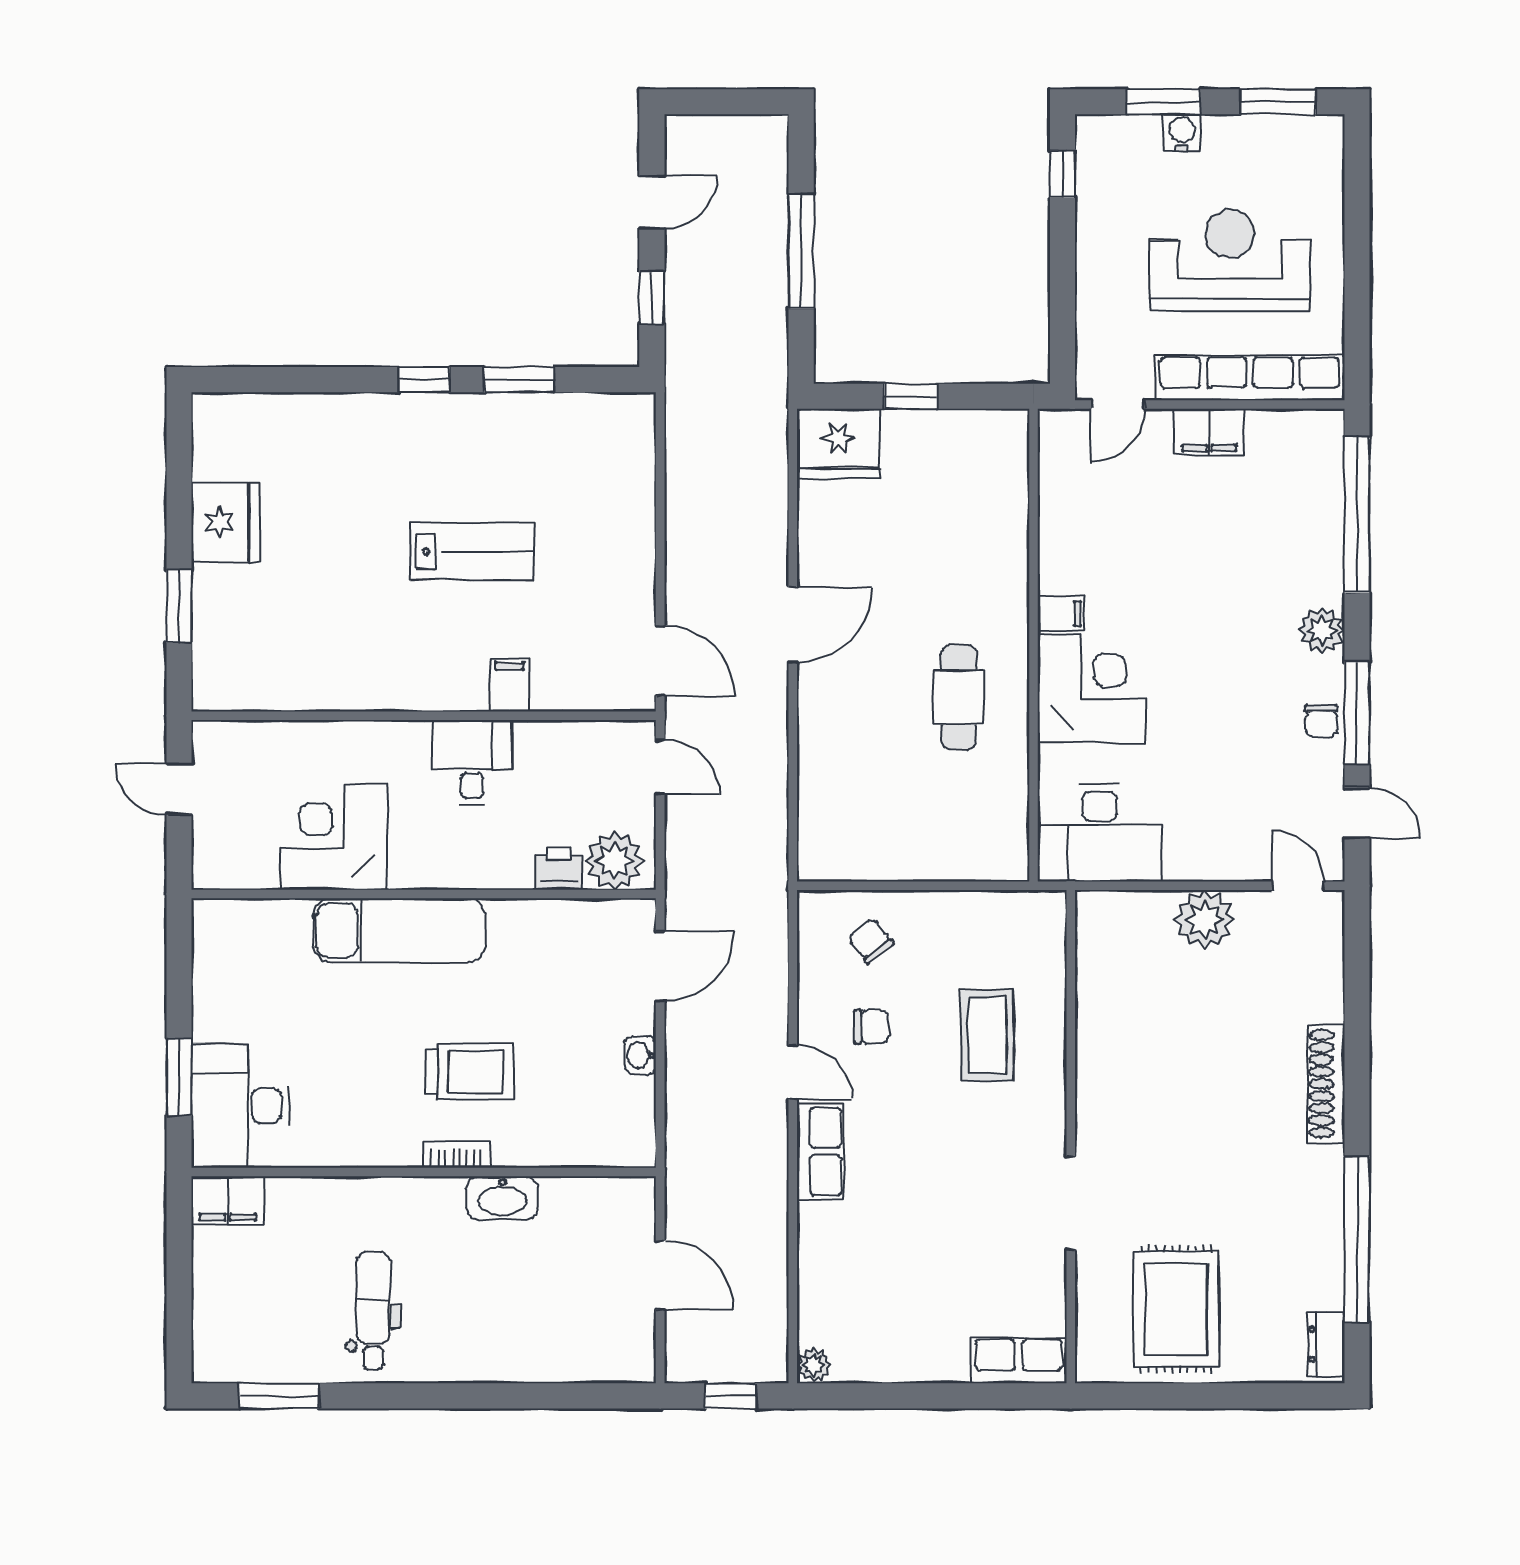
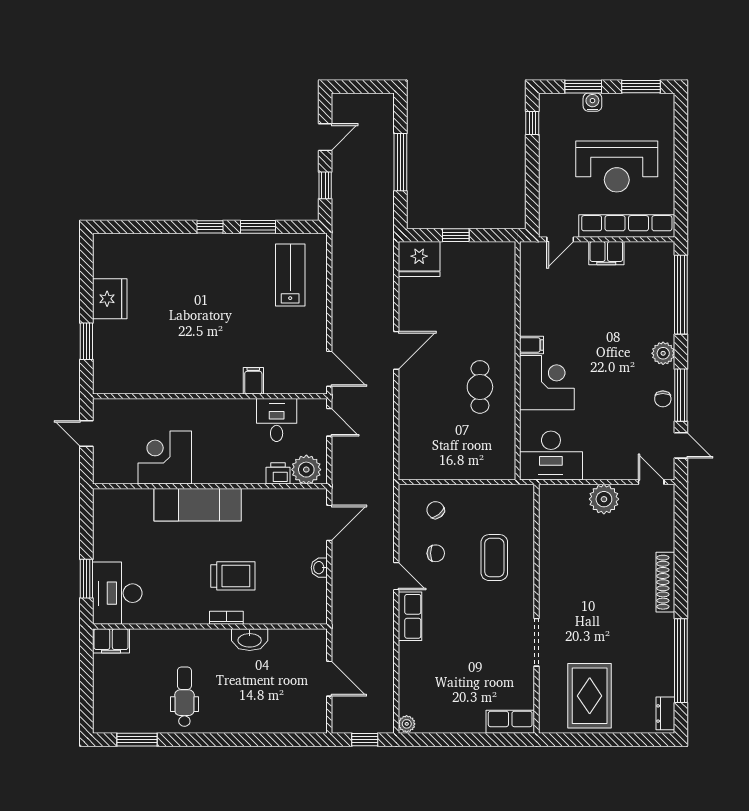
reception desk: (1230, 260) -> (617, 167), turned 180
lab bench: (472, 551) -> (290, 275), moved, turned -90
desk: (472, 763) -> (277, 420), moved

